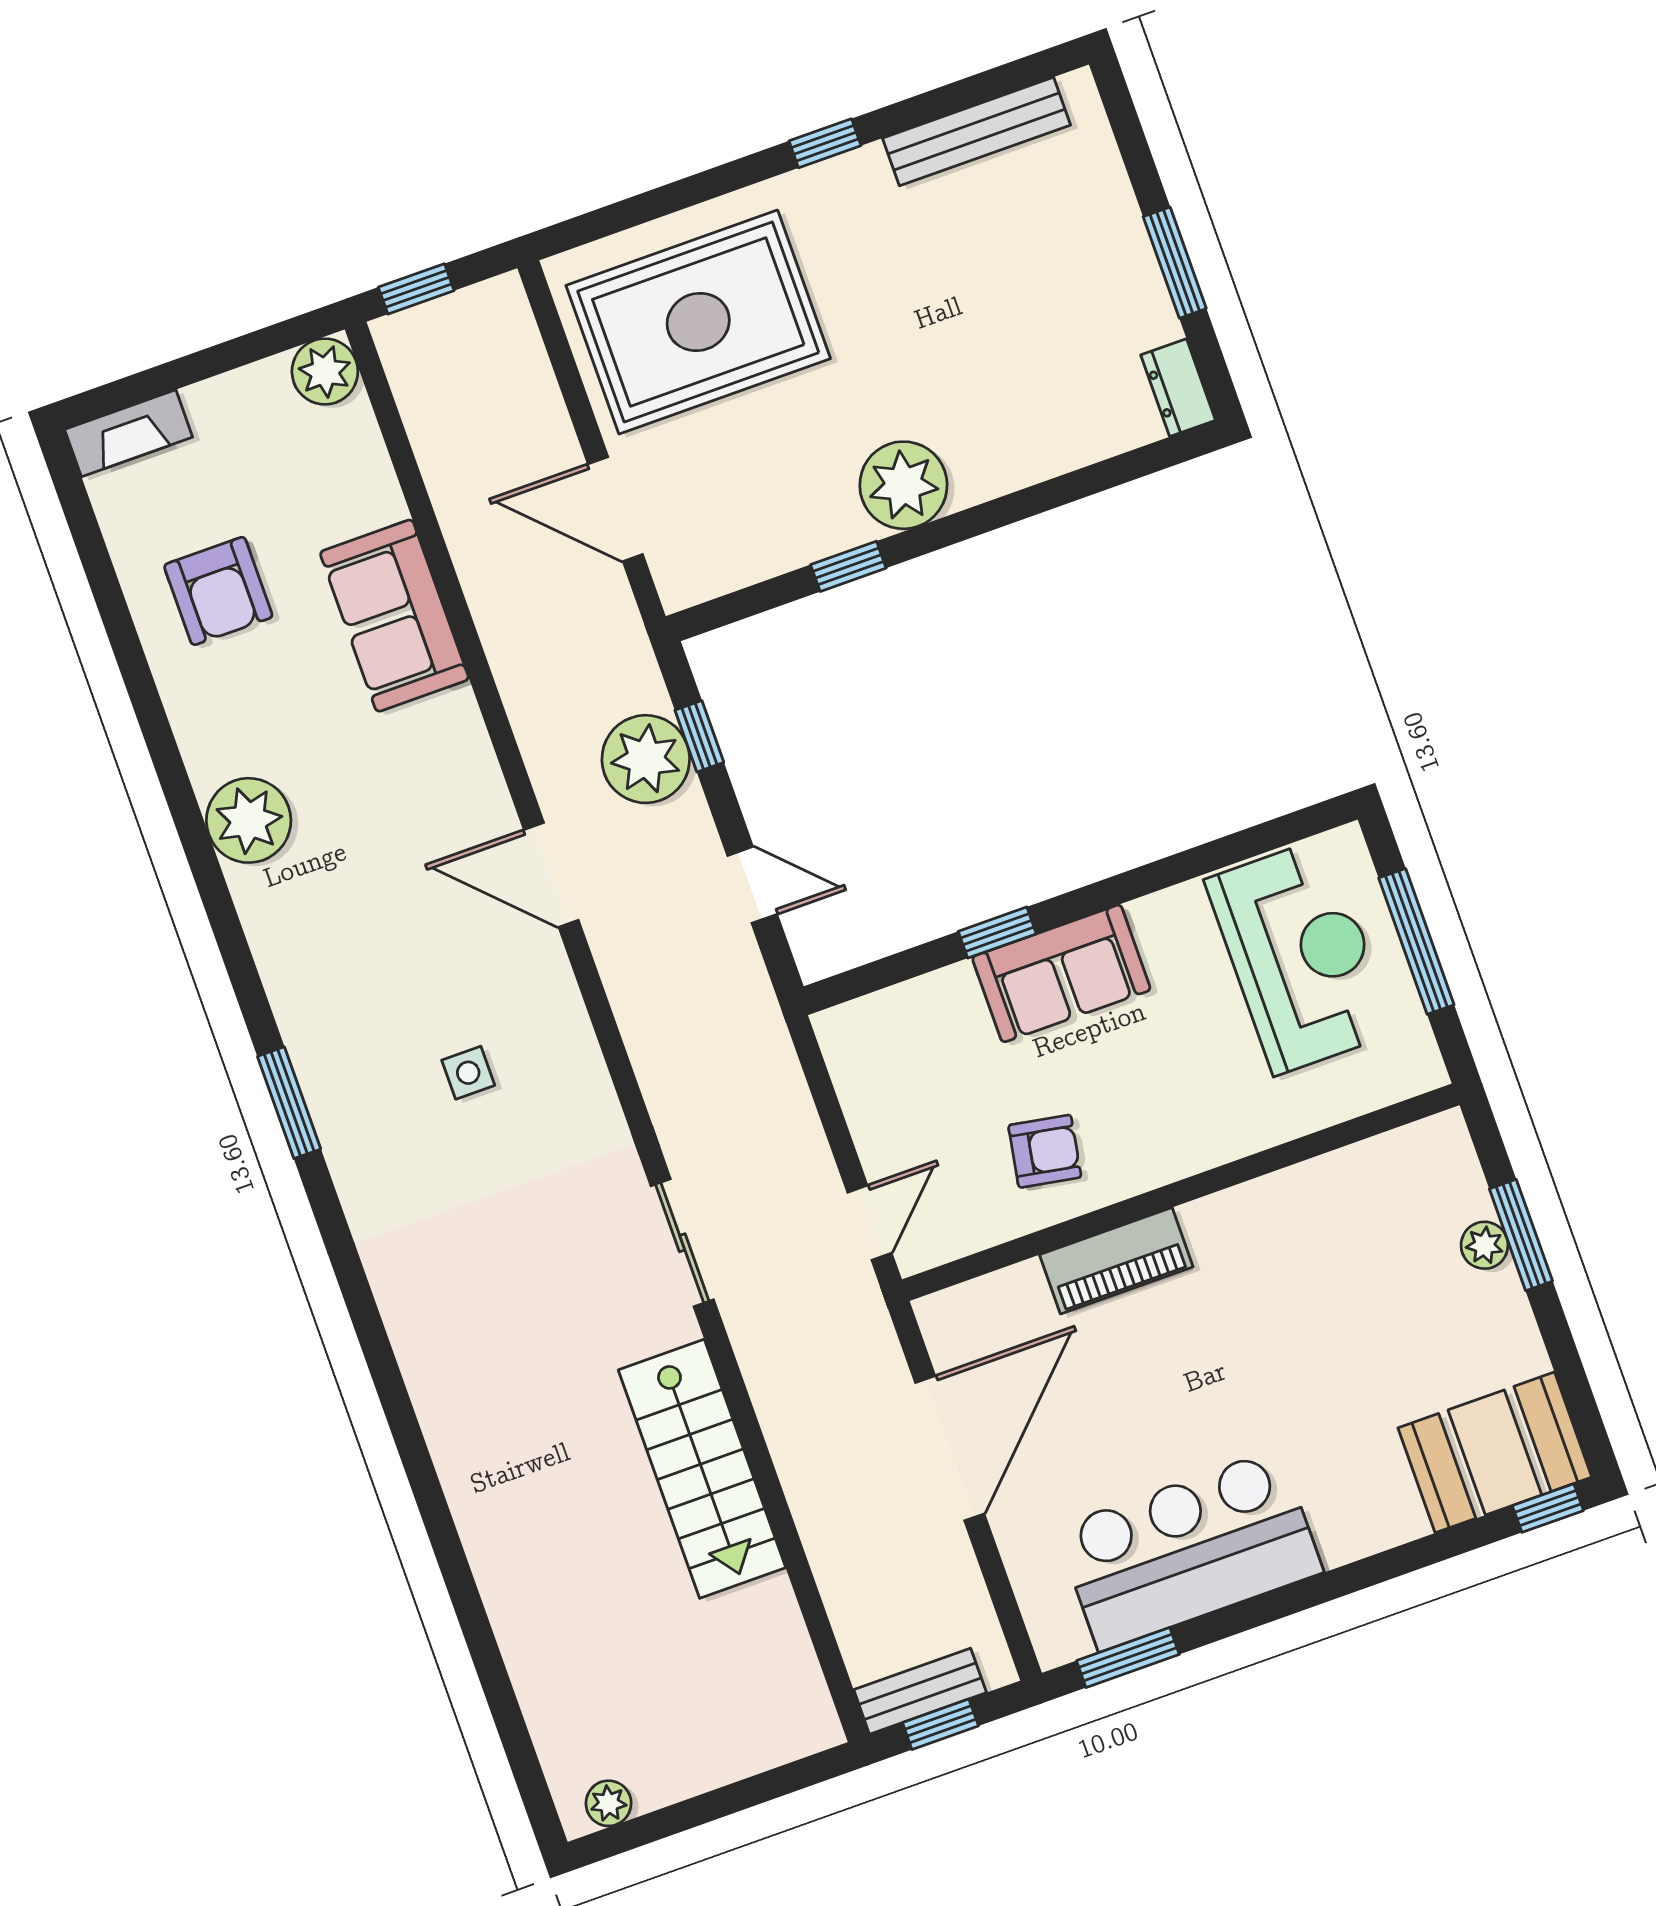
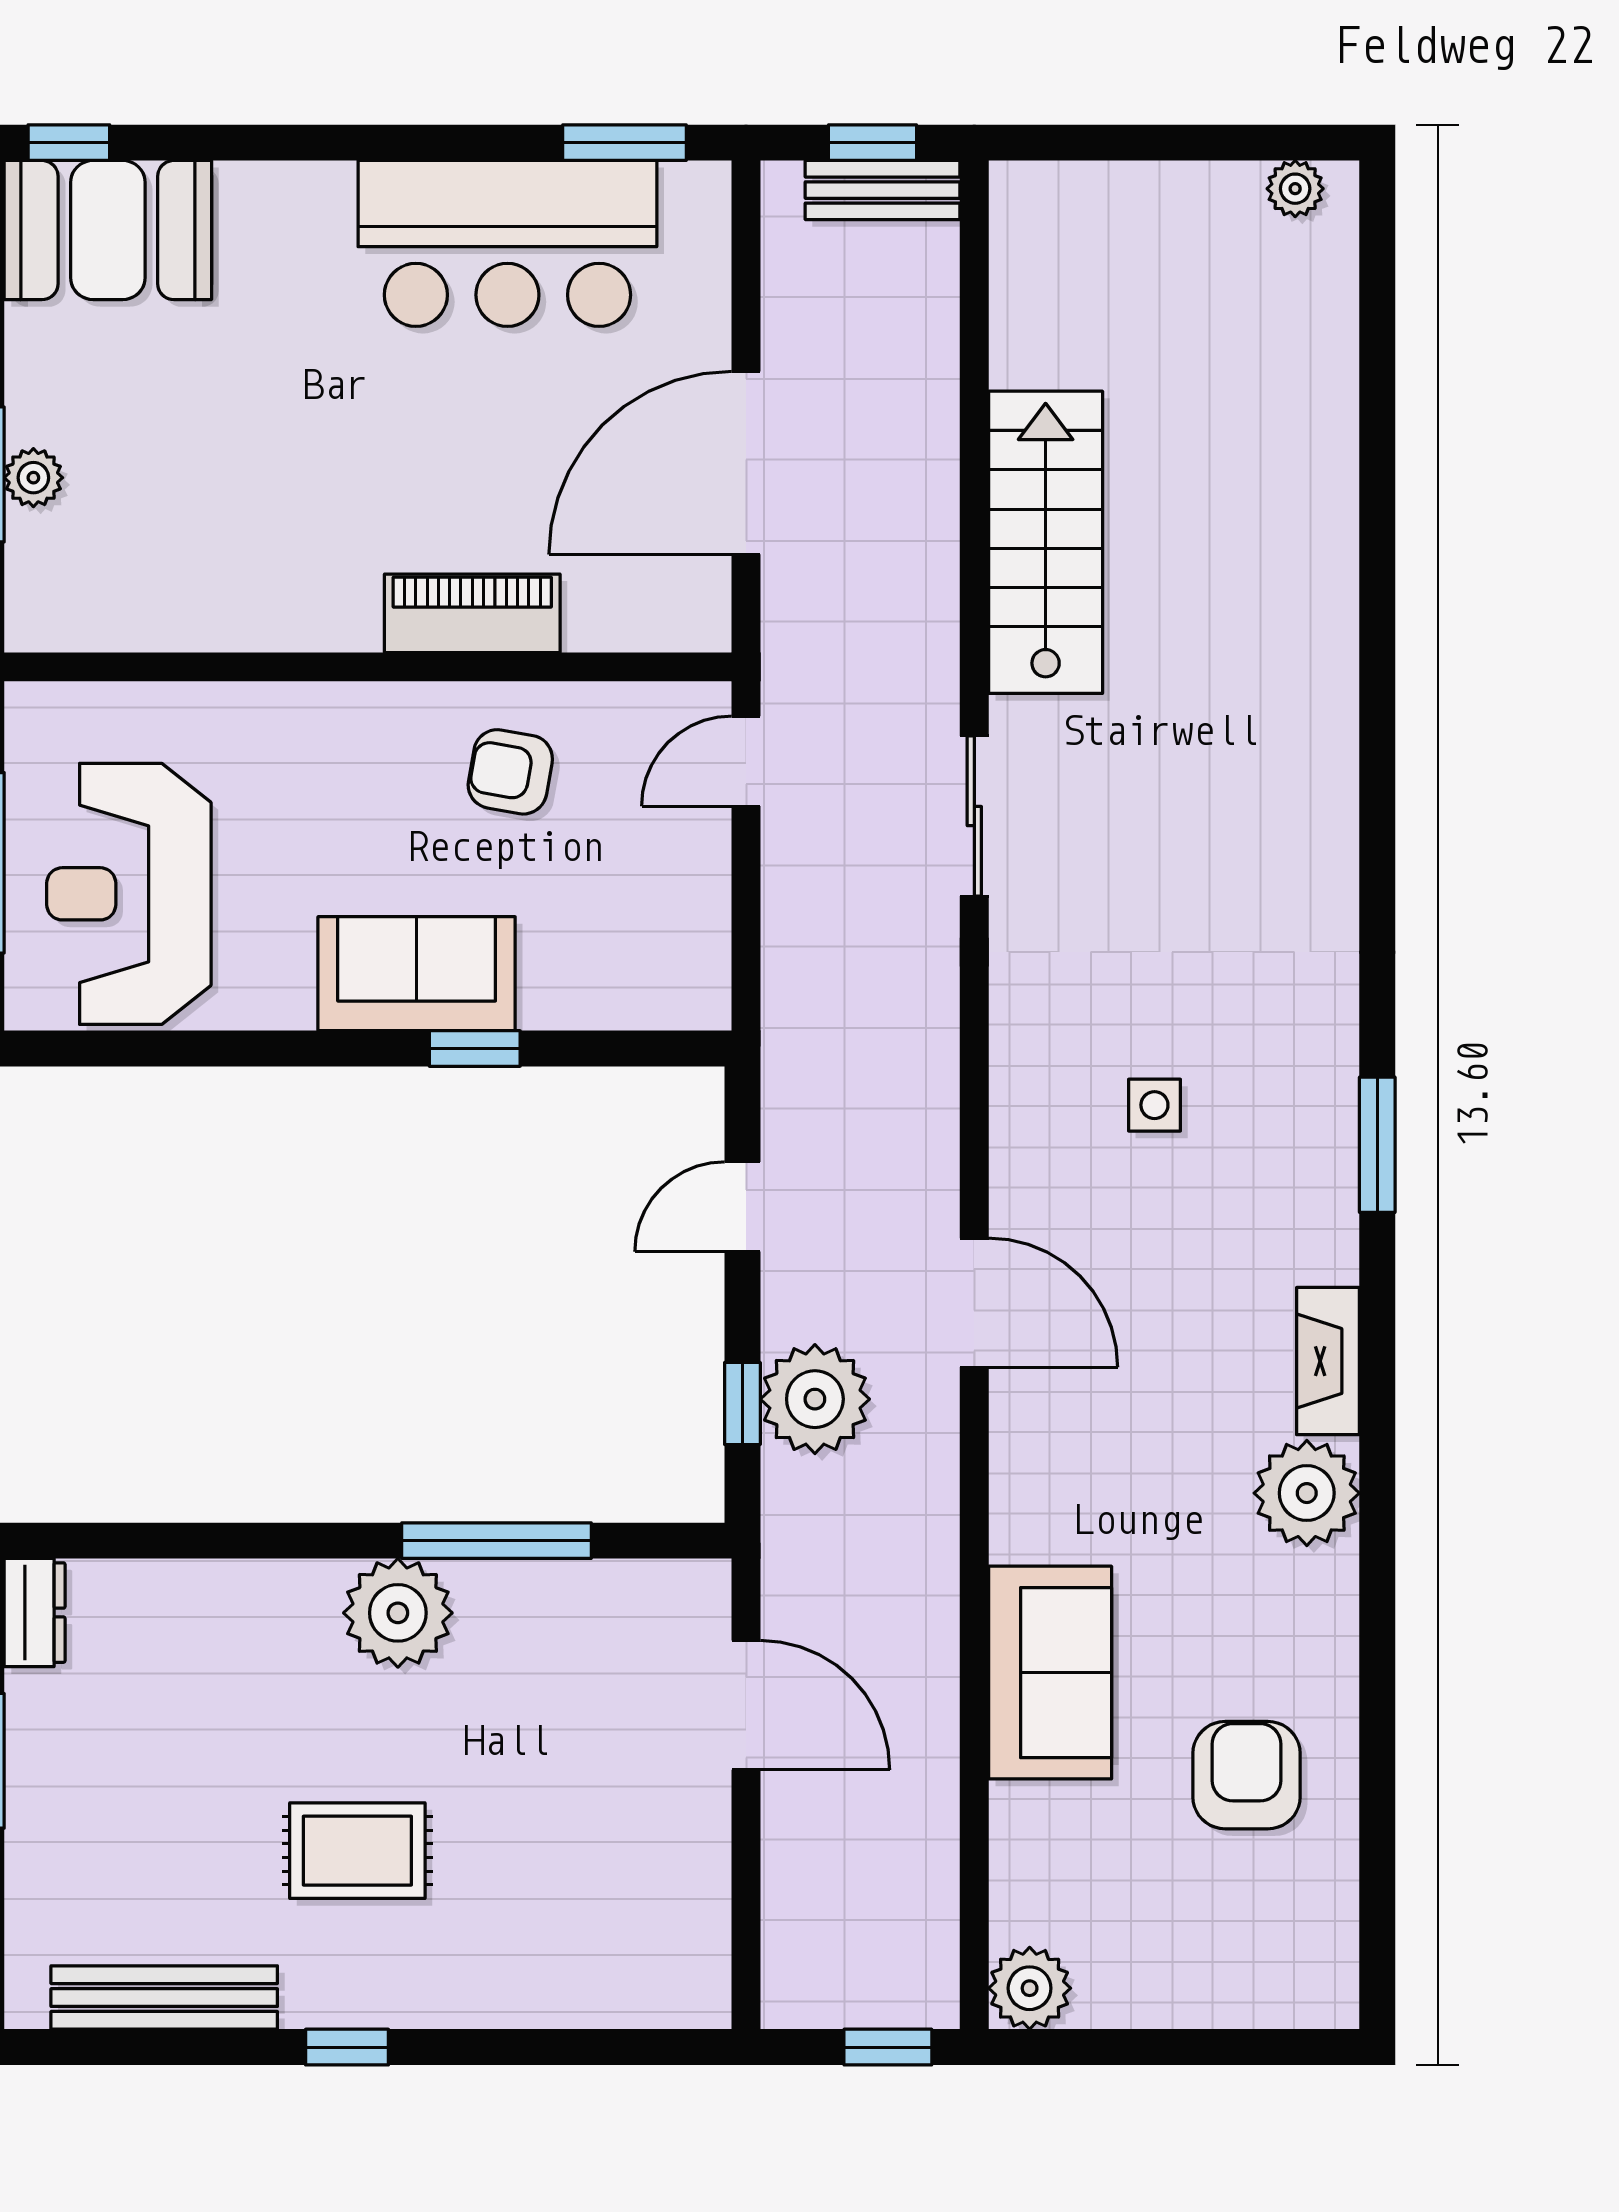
rug: (698, 322) -> (357, 1851), moved, width x0.54, depth x0.49
fireplace: (129, 433) -> (1328, 1361), moved, turned -90
window: (848, 566) -> (496, 1541), width x2.17
door: (752, 885) -> (742, 1207), hinge flipped

